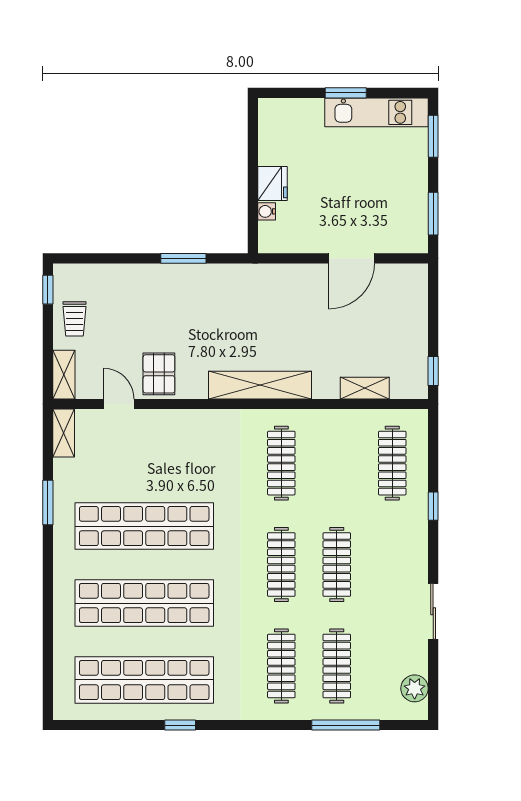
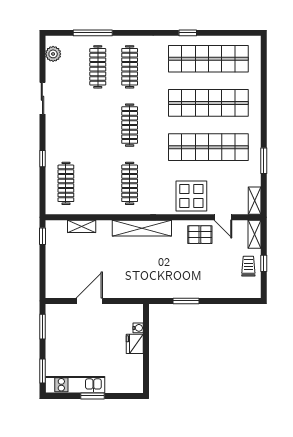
window: (48, 290) -> (264, 263), moved
pallet: (159, 374) -> (200, 235), turned 90
display table: (174, 441) -> (191, 196), added
clothes rail: (337, 565) -> (98, 125), removed

